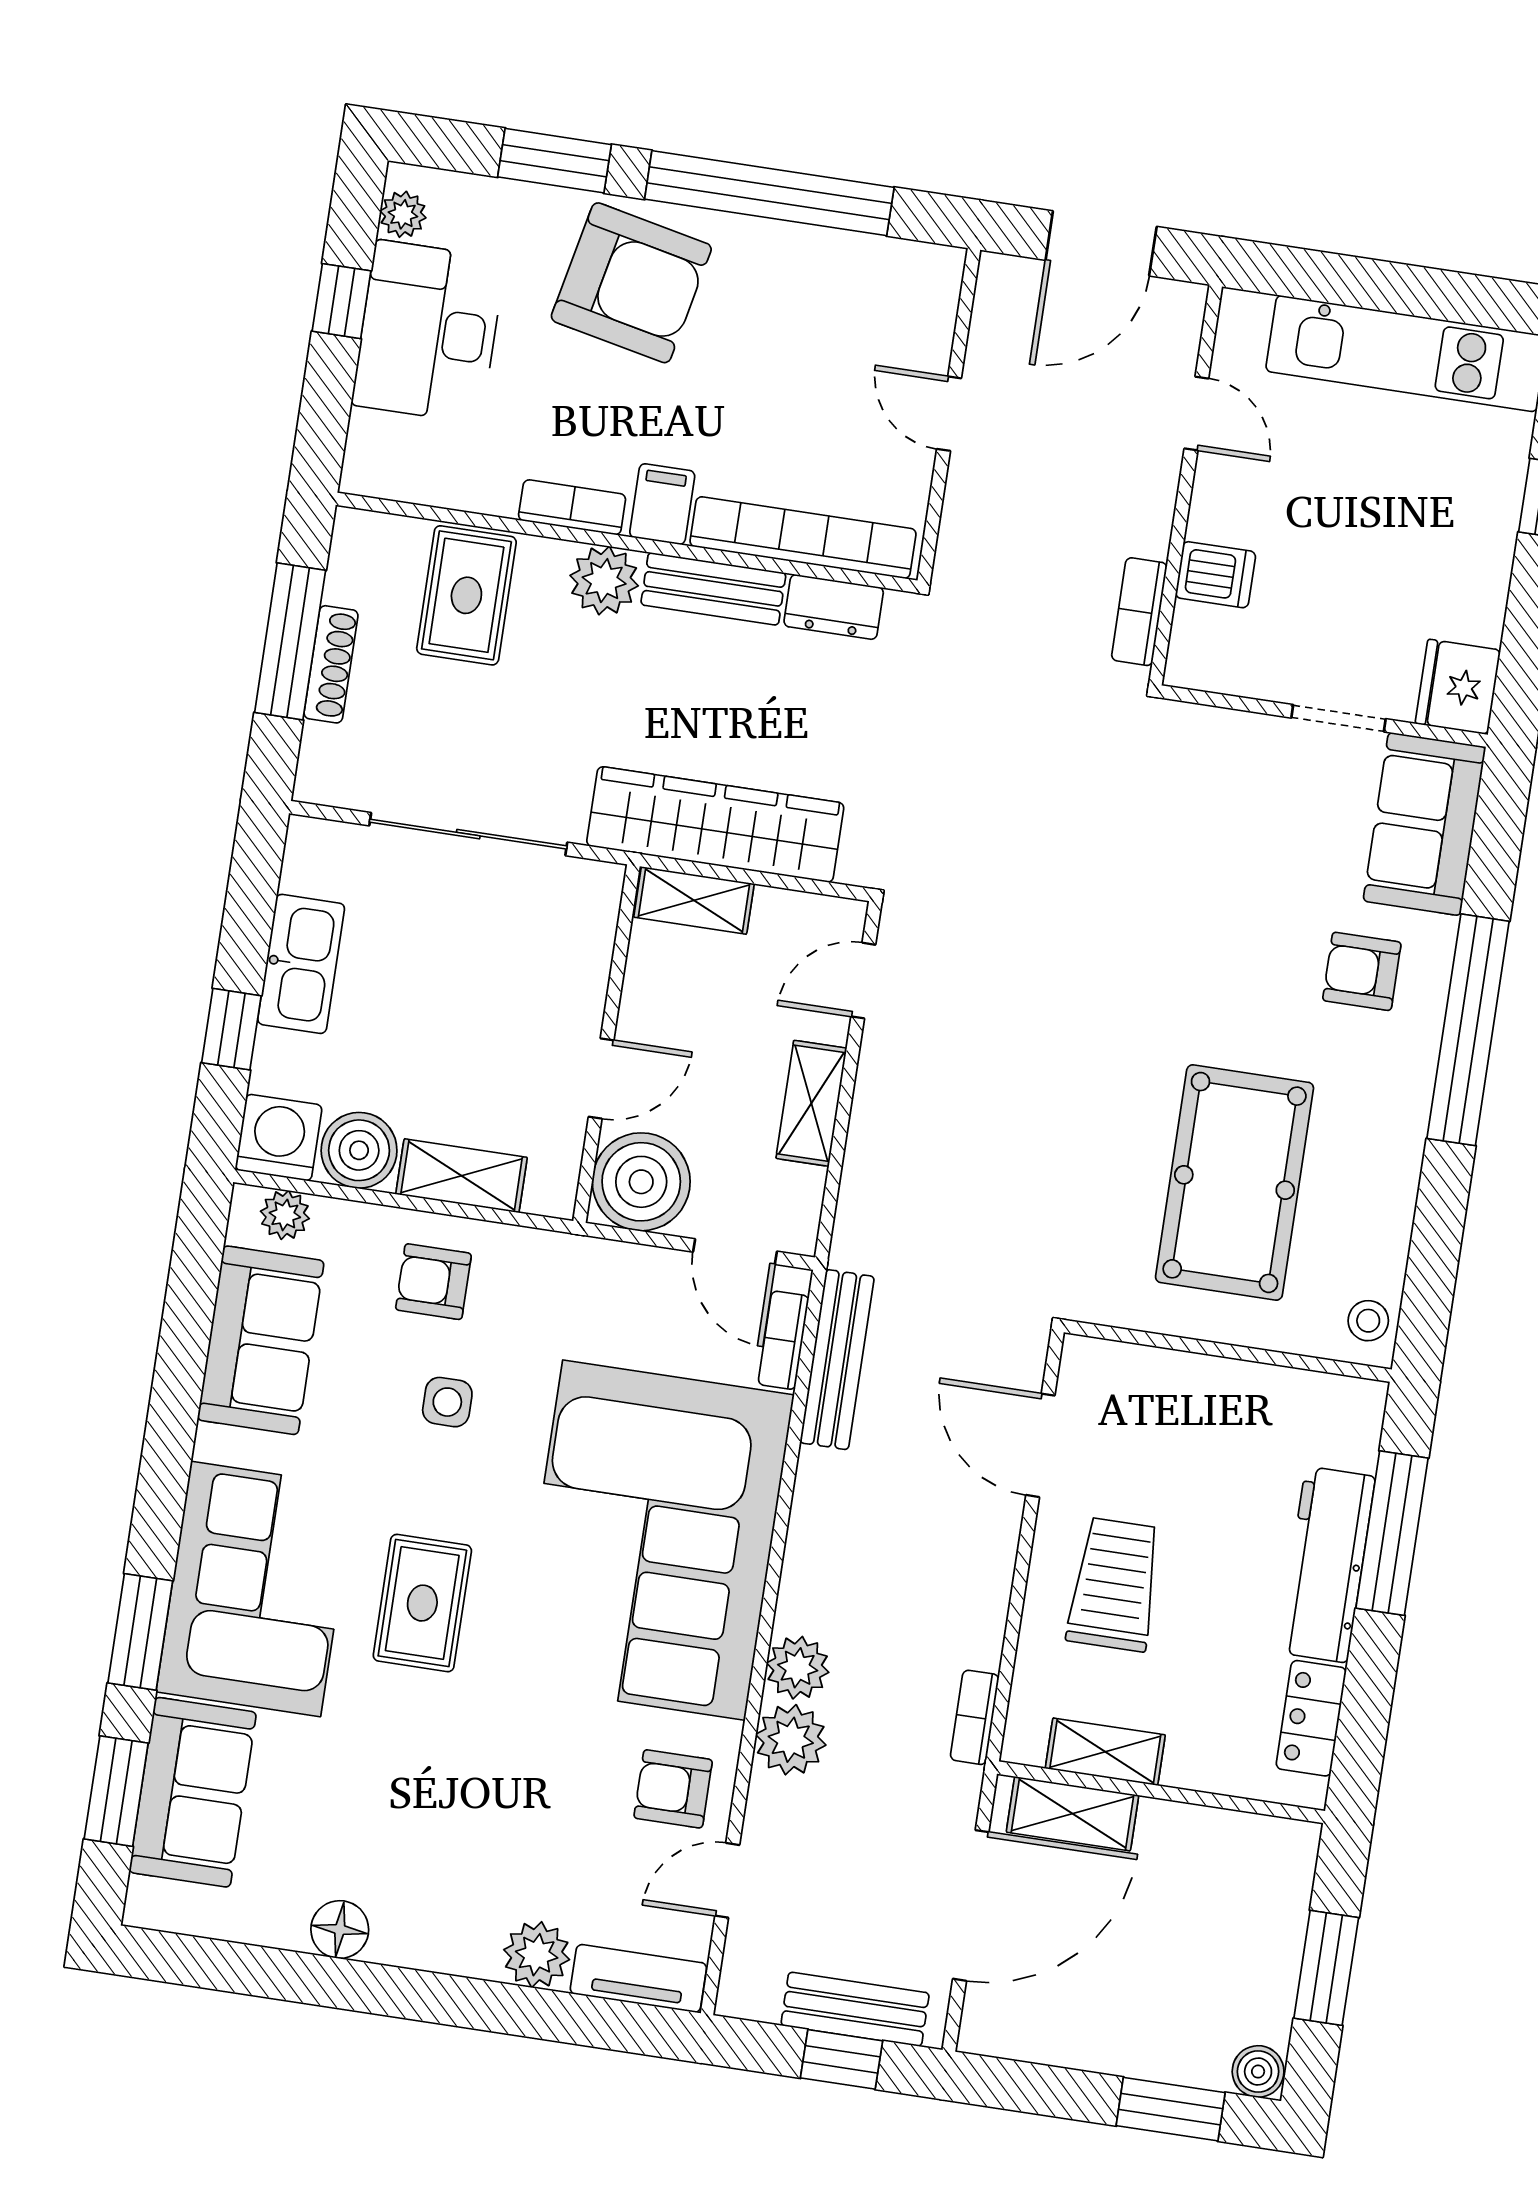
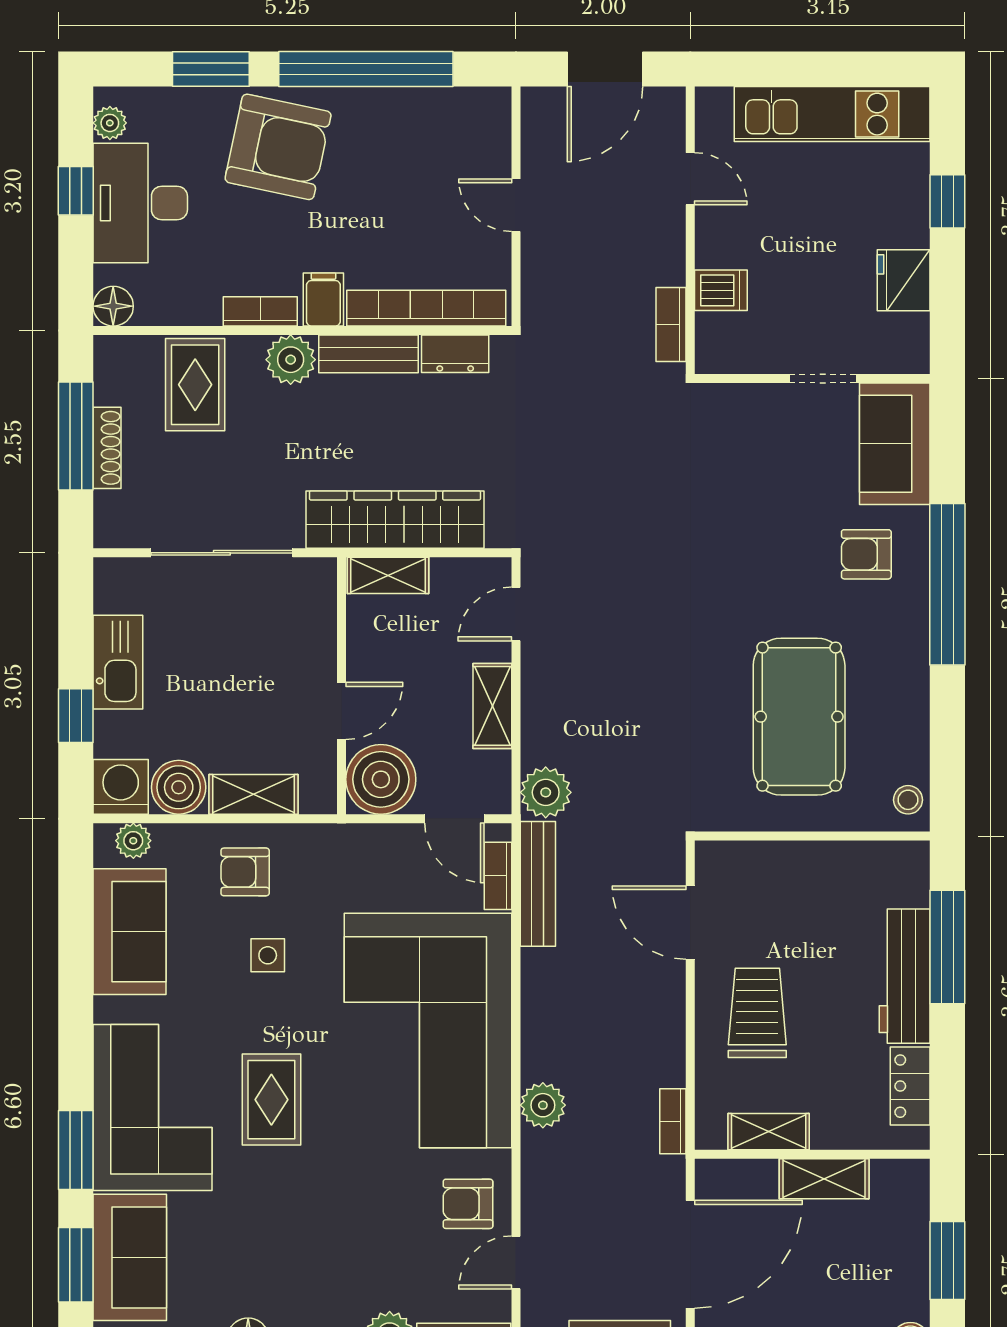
floor lamp: (369, 469) -> (113, 306), added
fridge: (1458, 687) -> (904, 280), moved
plant: (791, 1740) -> (546, 792), moved
shelving: (1073, 1814) -> (824, 1179), moved

